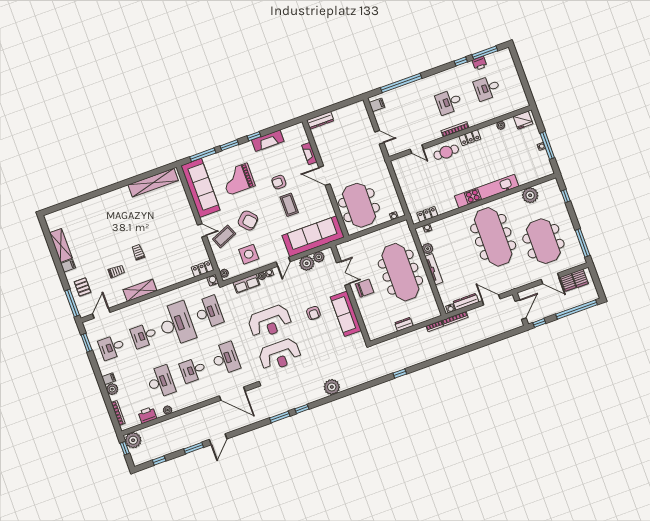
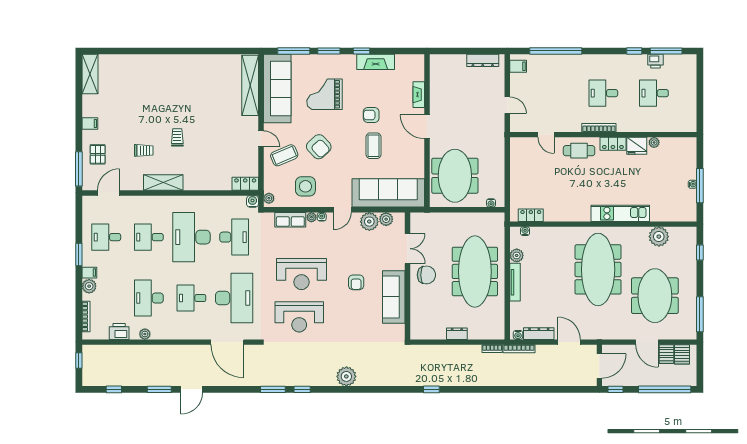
dresser: (320, 120) -> (483, 60), moved
fridge: (523, 120) -> (637, 146), moved
shelving: (153, 183) -> (250, 85), moved, turned 90
kitchen unit: (487, 191) -> (620, 213), width x0.73
shelving: (61, 245) -> (90, 74), moved
desk: (176, 324) -> (191, 237), turned 180
window: (87, 343) -> (79, 254), moved
desk: (225, 358) -> (234, 298), width x1.36, depth x1.30
desk: (161, 382) -> (149, 298), turned 180
plant: (133, 440) -> (92, 355), removed

